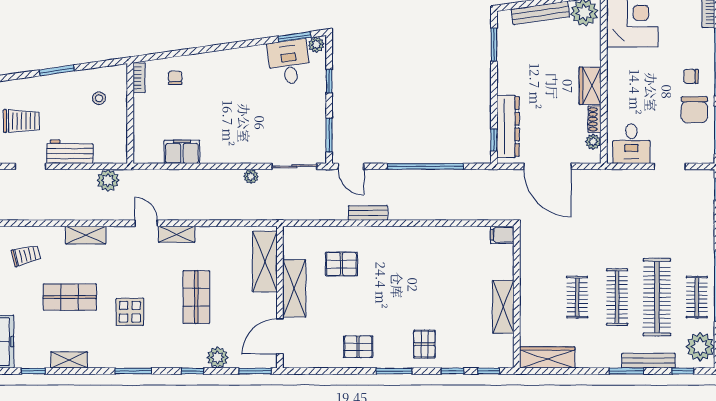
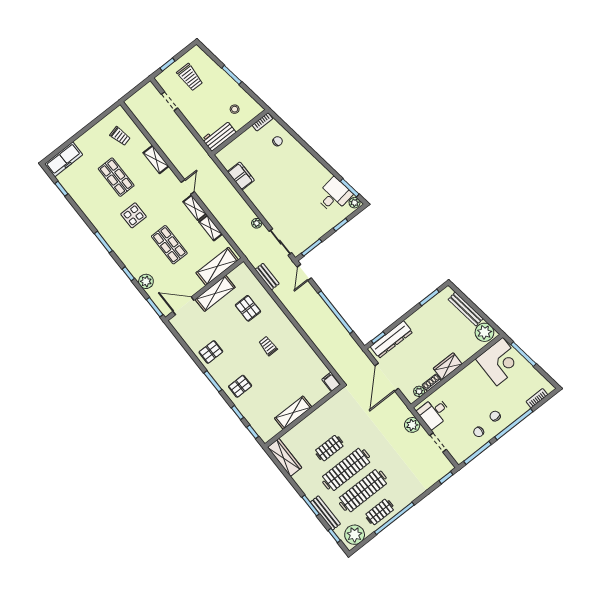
chair: (694, 110) -> (479, 432), width x0.54, depth x0.54
workbench: (70, 152) -> (219, 136), moved, turned -90
plant: (108, 180) -> (412, 425), moved
bench: (368, 213) -> (267, 277), moved
trolley: (403, 275) -> (268, 346), added
shop shelf: (196, 297) -> (169, 245), turned 90
clothes rail: (617, 297) -> (346, 469), width x1.37, depth x1.31
pallet: (358, 347) -> (211, 352), turned 90
shelving: (69, 360) -> (211, 228), moved

